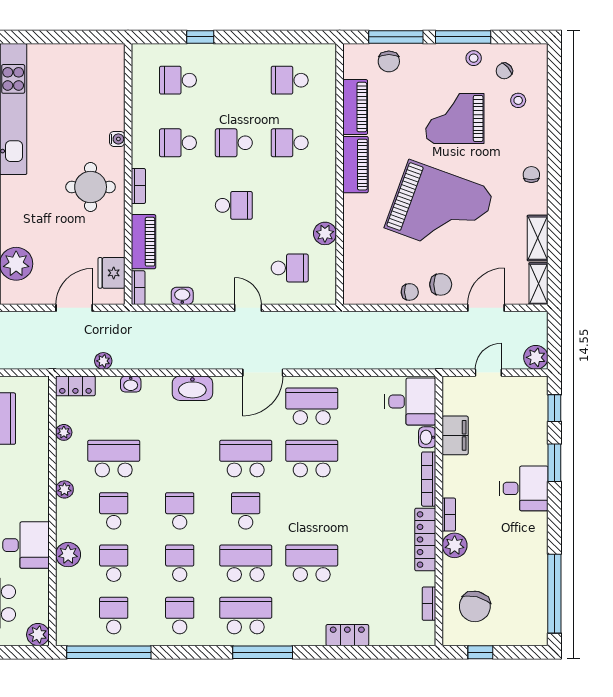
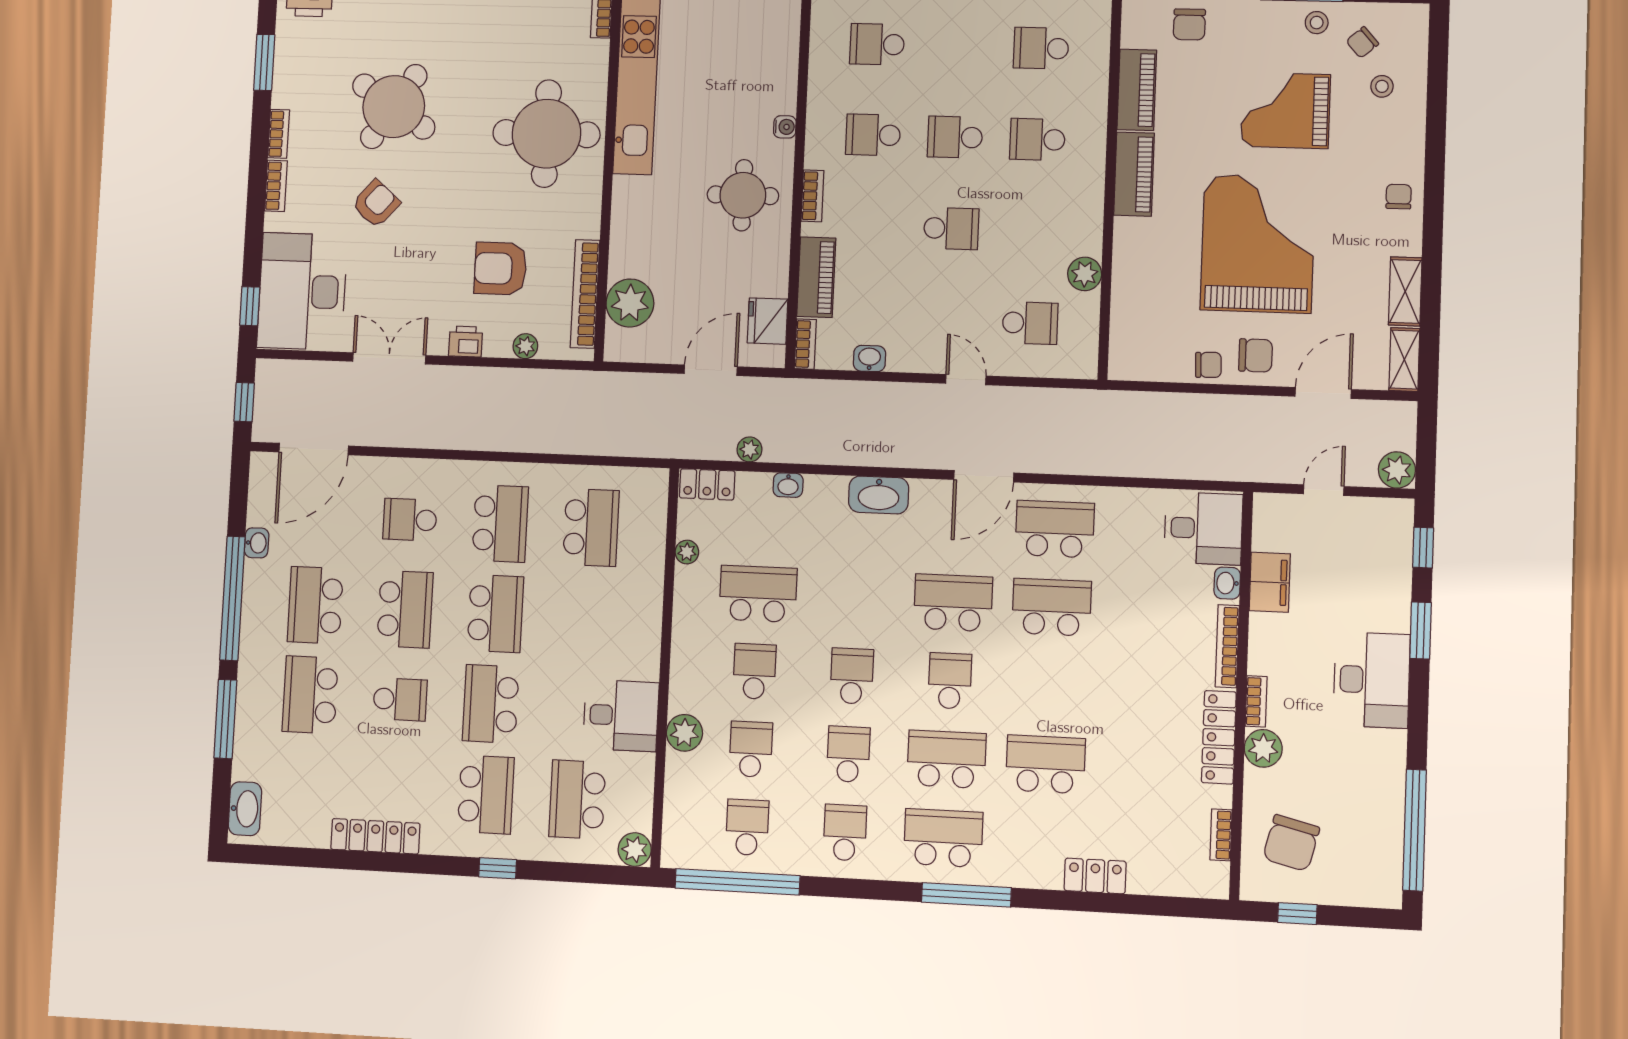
grand piano: (440, 209) -> (1258, 244), turned -110
desk: (524, 488) -> (1372, 680), width x1.37
plant: (64, 489) -> (684, 636), removed

